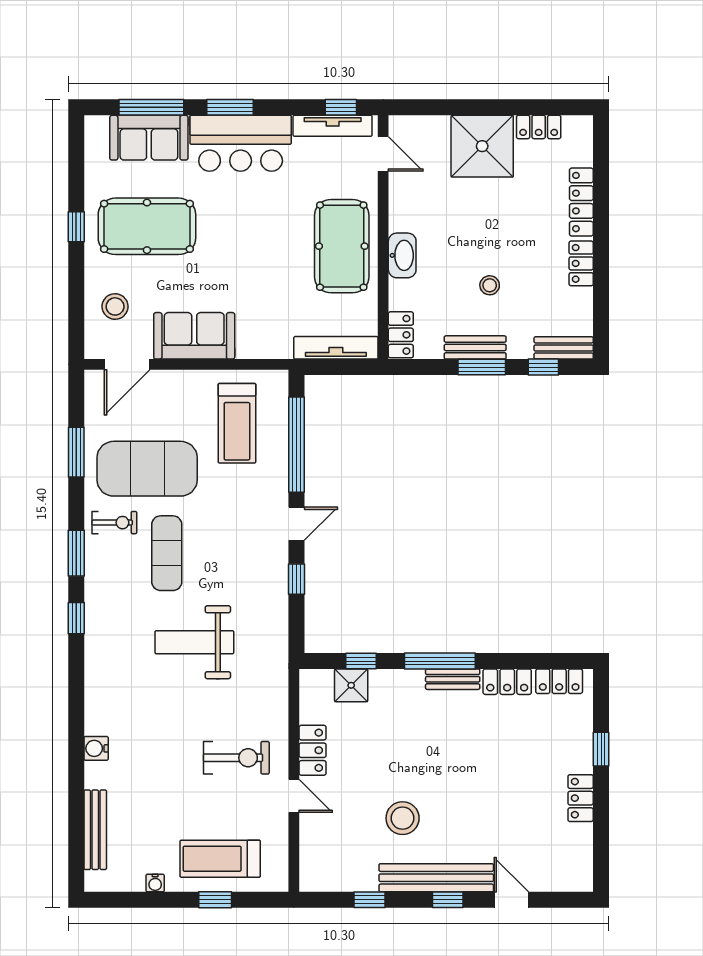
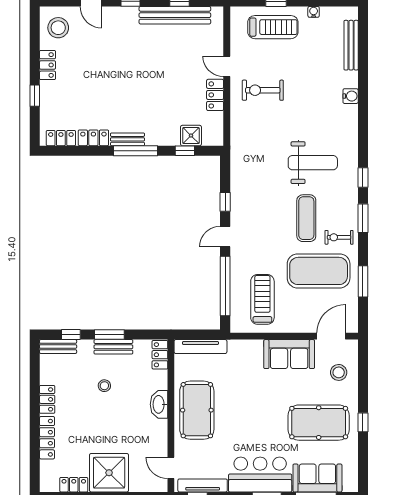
weight bench: (194, 642) -> (313, 163), moved
stool: (403, 818) -> (58, 28), moved
bench: (436, 878) -> (175, 15), moved

